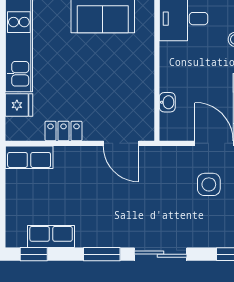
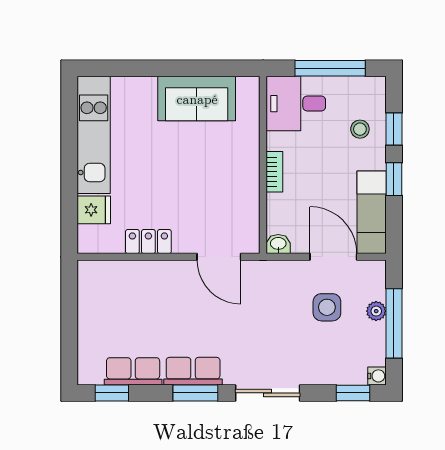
bookcase: (166, 74) -> (274, 172), added
washbasin: (167, 102) -> (278, 244), moved, turned -90
row of seats: (29, 157) -> (193, 371), moved, turned 180

